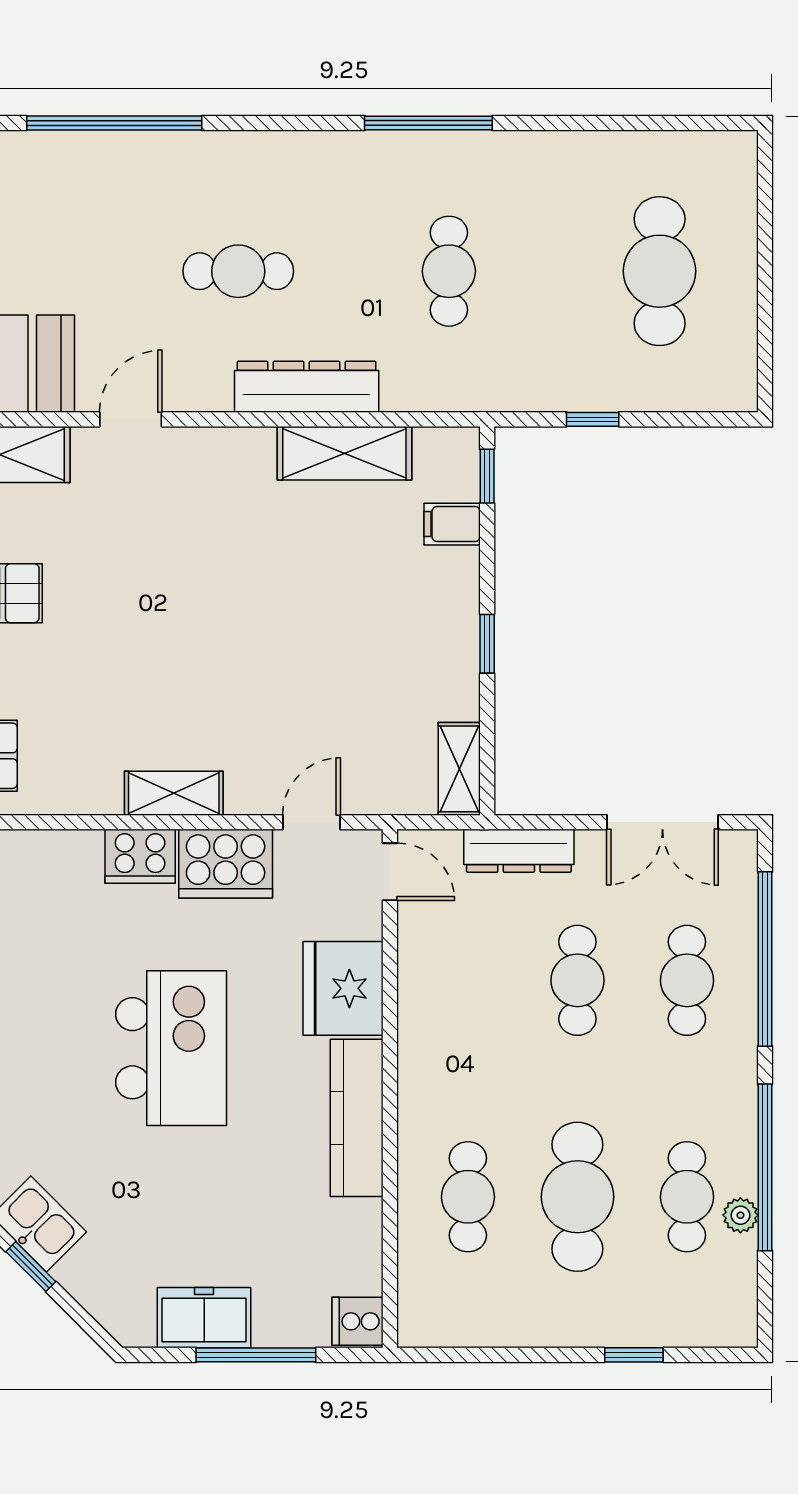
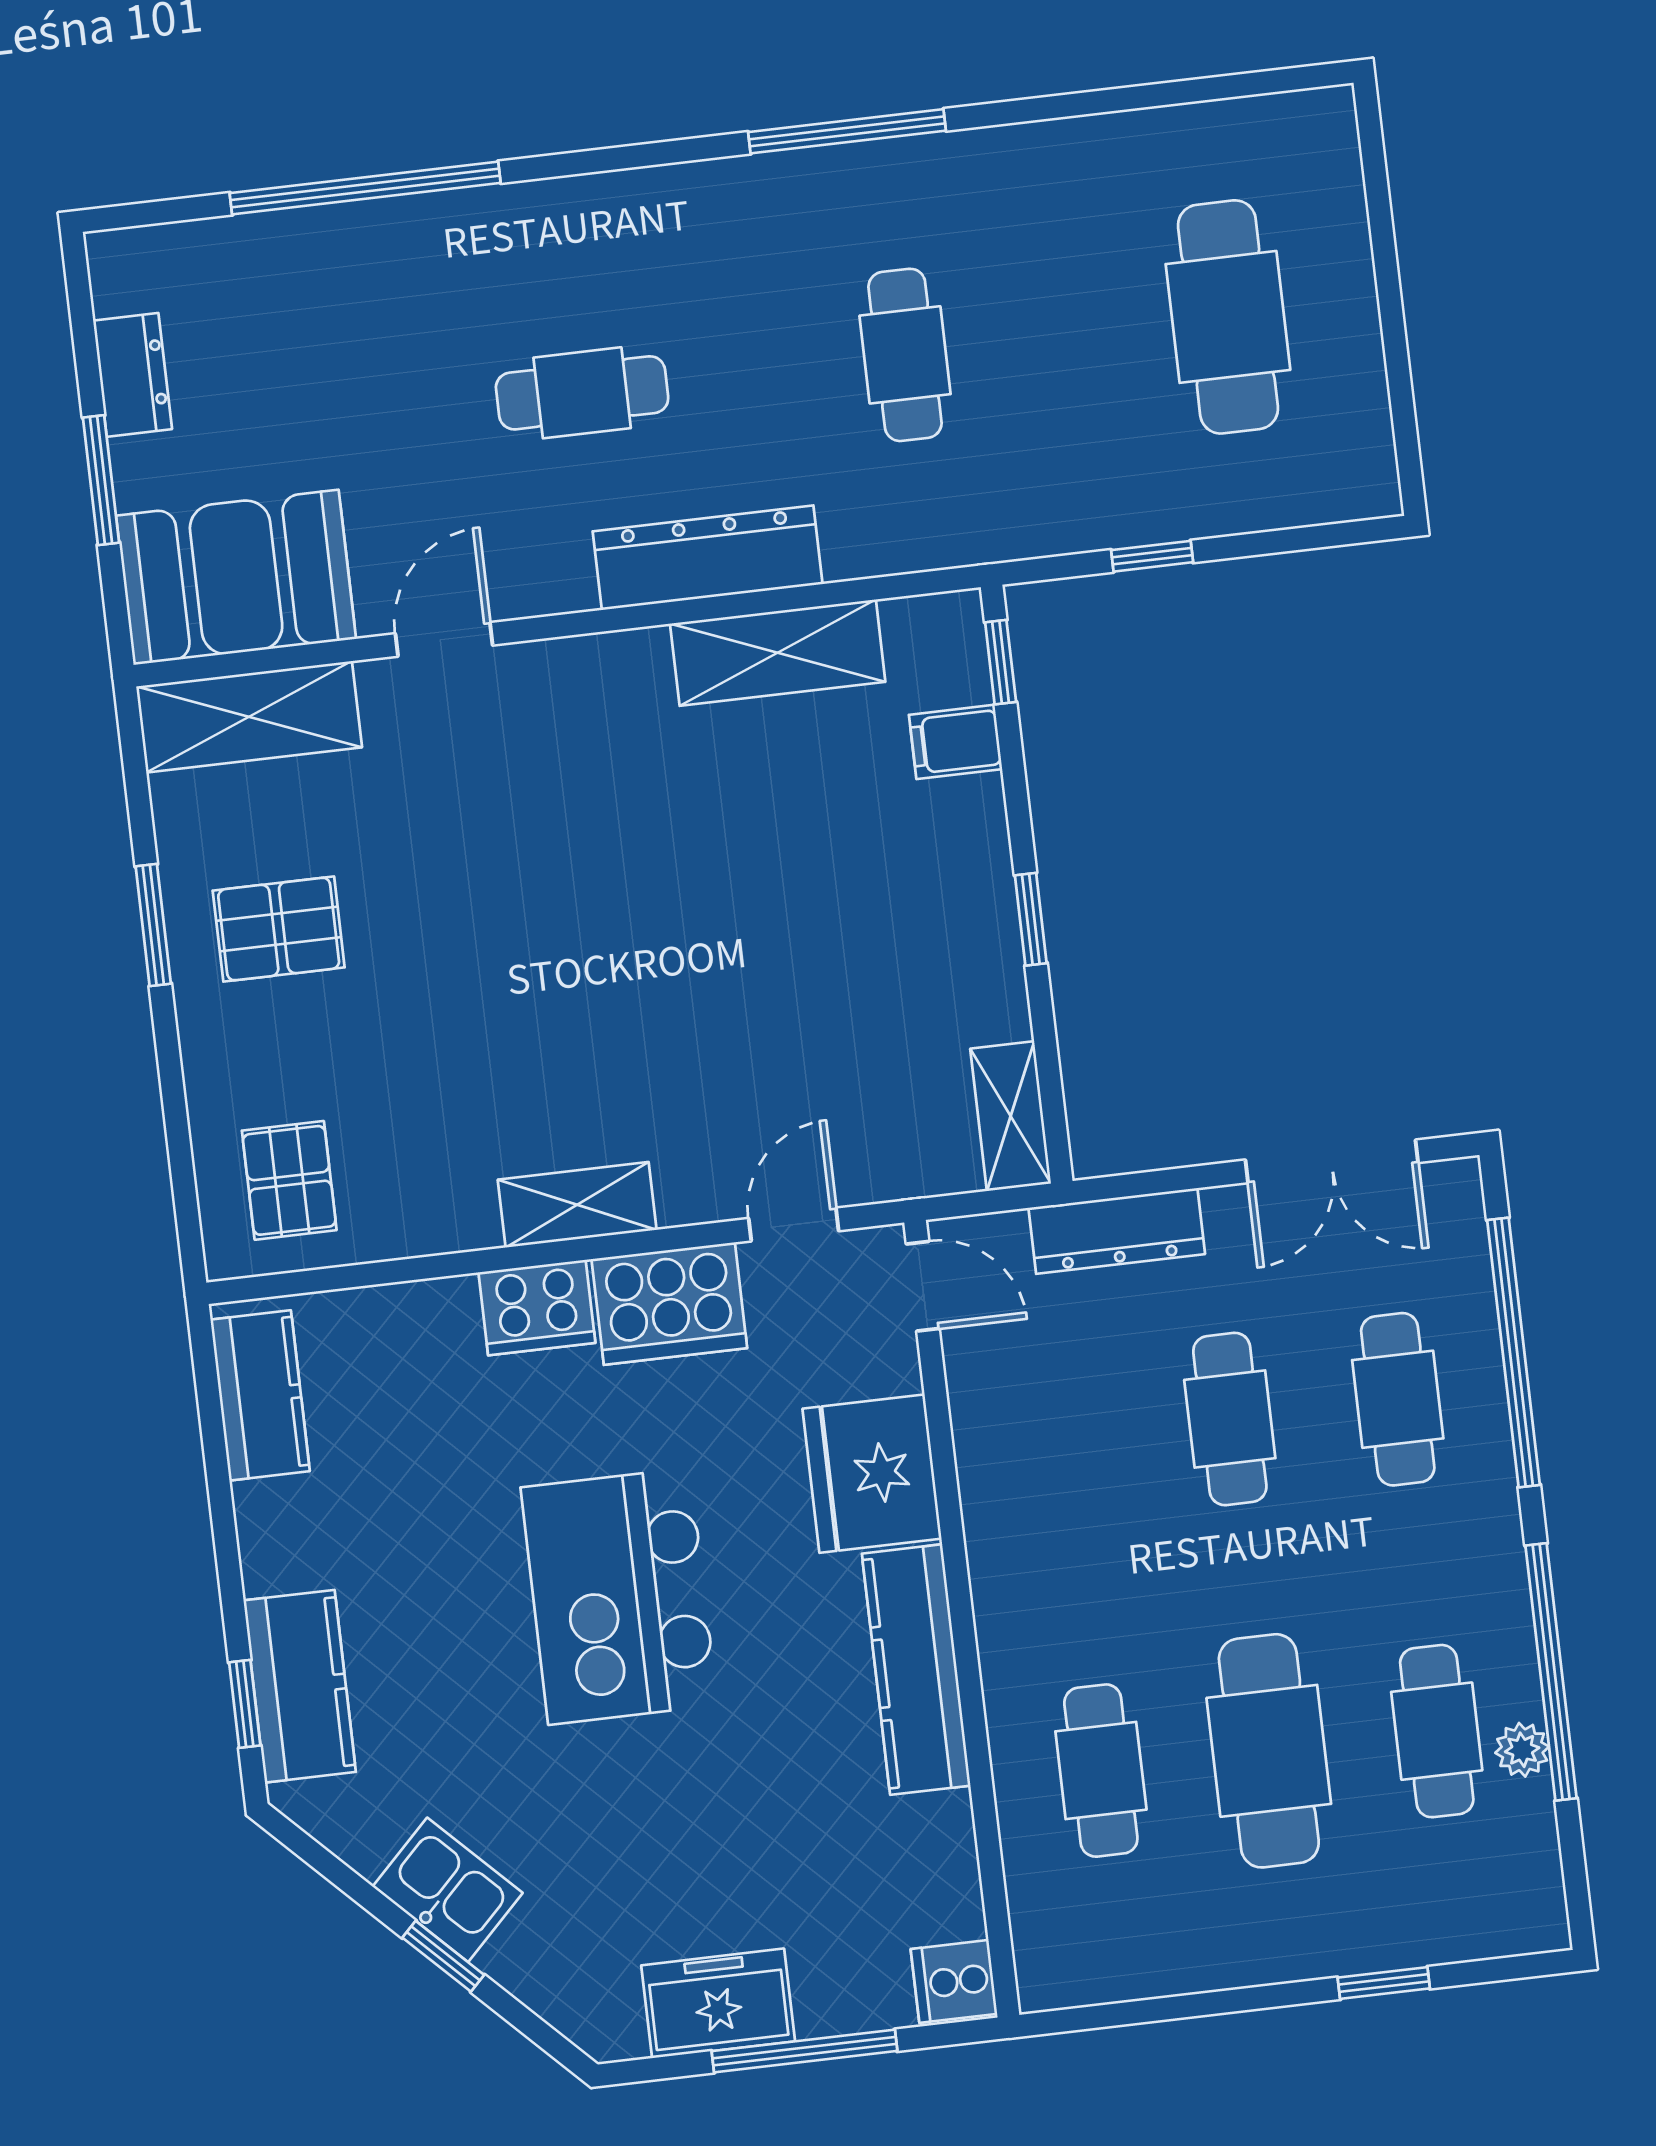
kitchen island: (171, 1048) -> (619, 1596), turned 180

